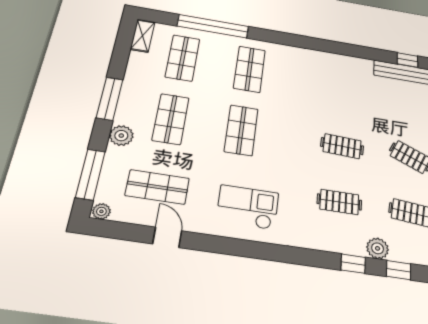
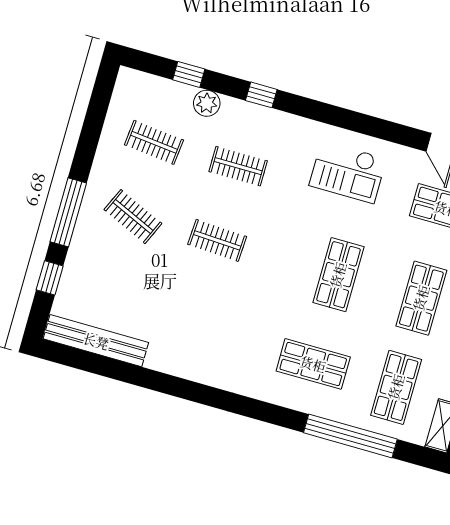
window: (407, 60) -> (94, 364), removed
shop shelf: (249, 69) -> (313, 364), turned 90
window: (353, 264) -> (261, 95), moved

